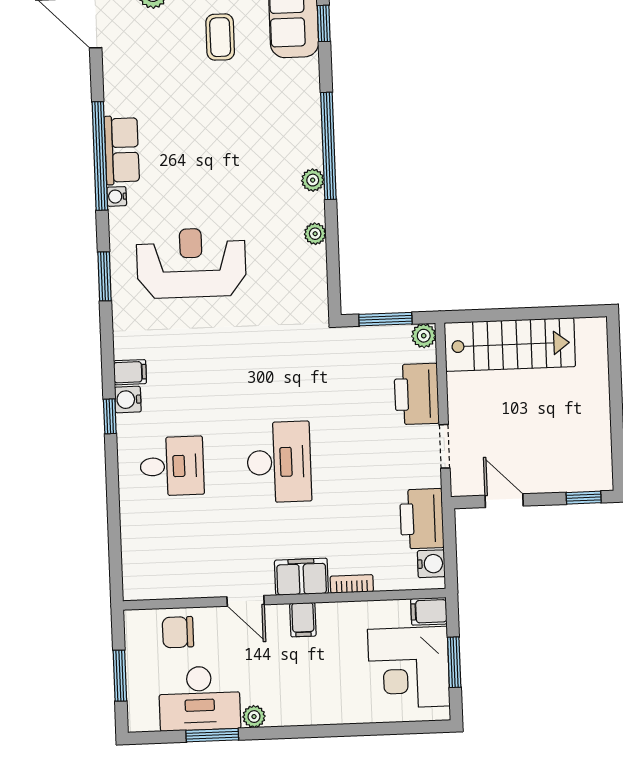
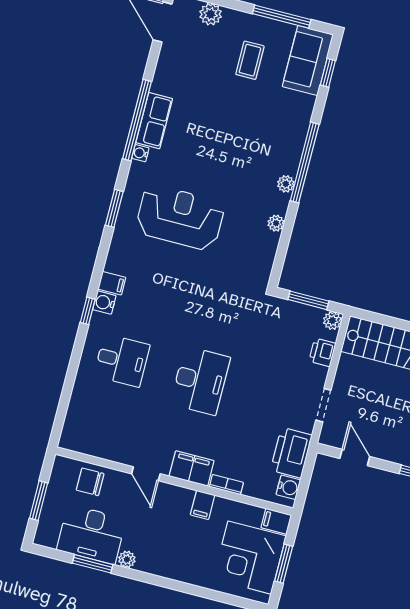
printer: (417, 394) -> (322, 352), width x0.53, depth x0.68
filing cabinet: (303, 620) -> (203, 505), moved

